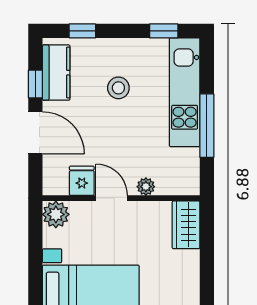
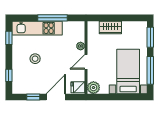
kitchen counter: (56, 73) -> (28, 87), removed
fridge: (82, 181) -> (78, 87), moved
wardrobe: (186, 225) -> (110, 28), moved

